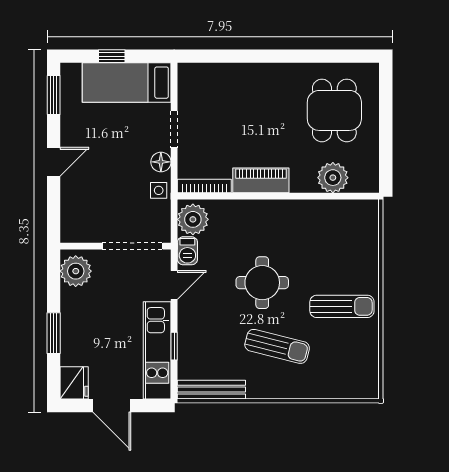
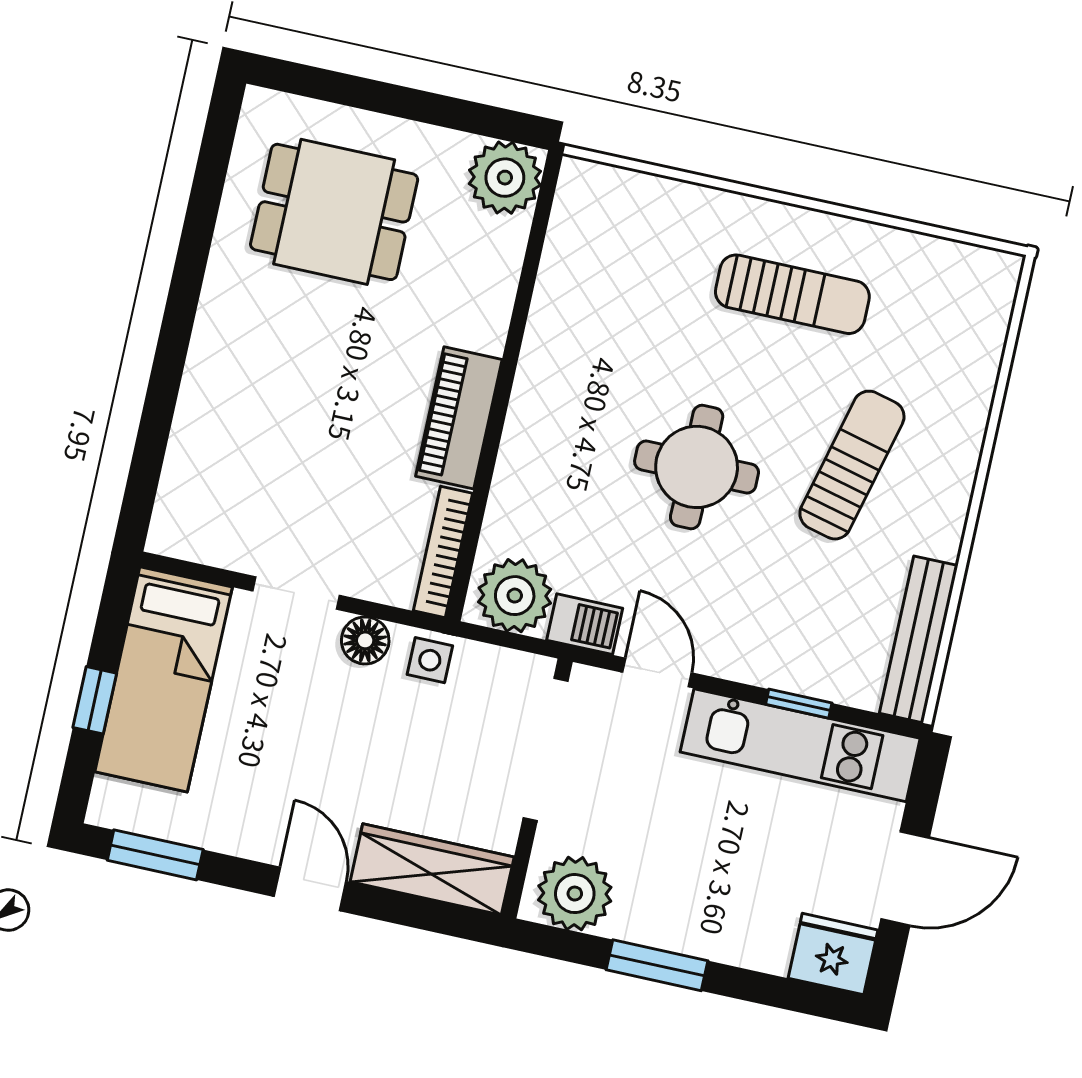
plant: (333, 178) -> (505, 178), moved
wardrobe: (73, 210) -> (432, 869), added
sun lounger: (342, 306) -> (792, 294), turned 90
window: (54, 333) -> (657, 965), moved

